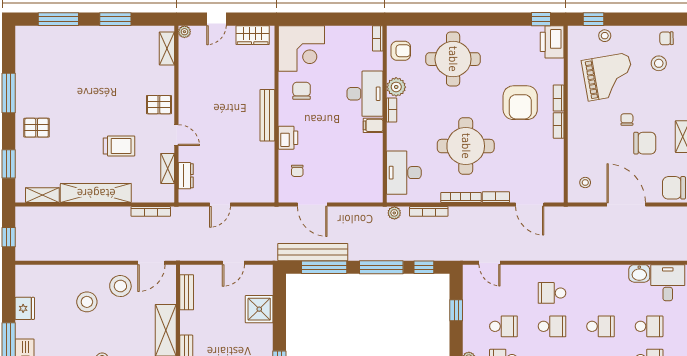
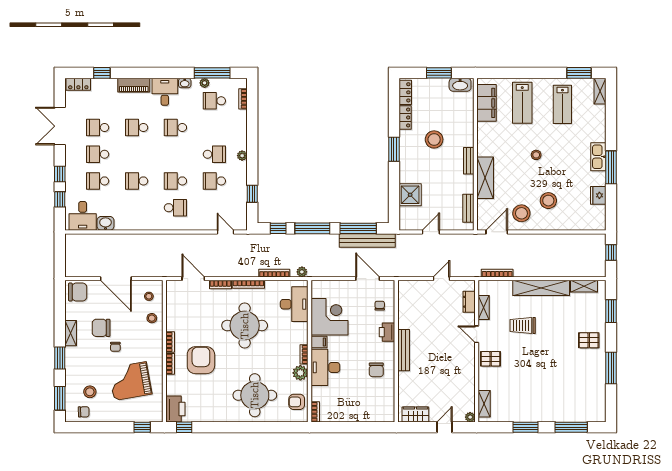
stool: (605, 36) -> (152, 318), moved
corner desk: (301, 48) -> (329, 317), moved, turned 90

